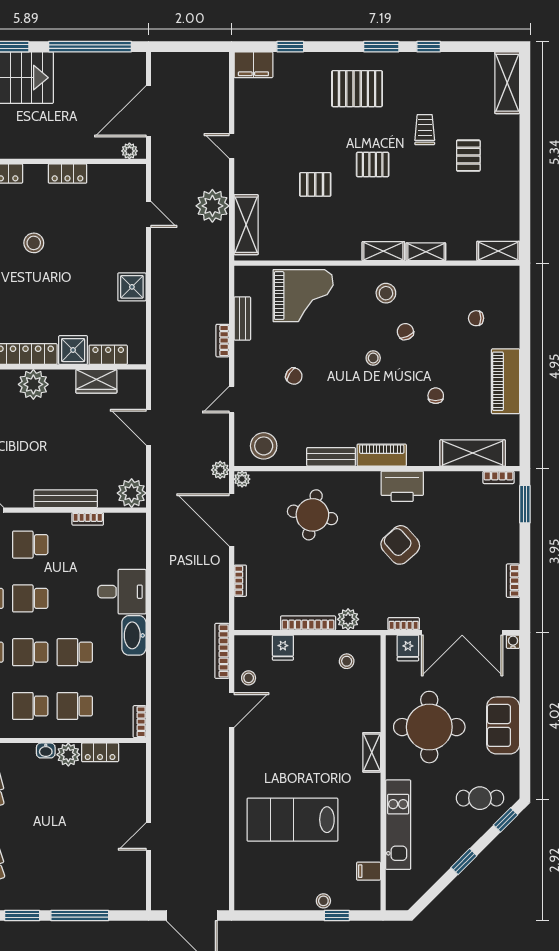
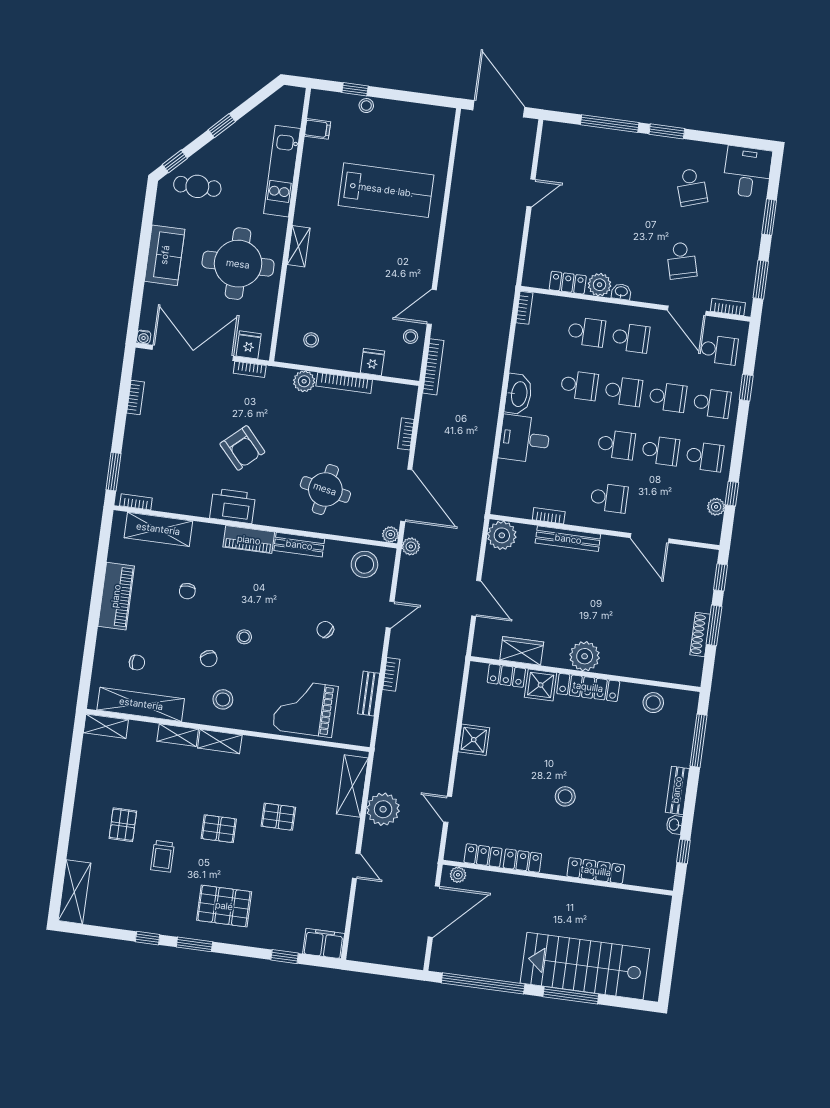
locker: (107, 173) -> (483, 855), added
shelving: (467, 277) -> (141, 704), added

